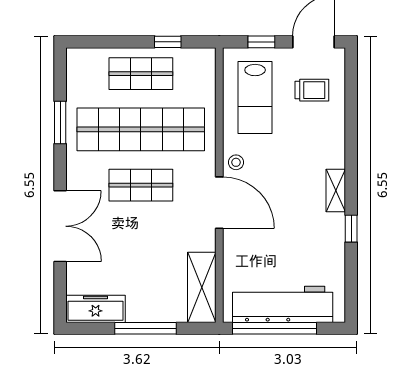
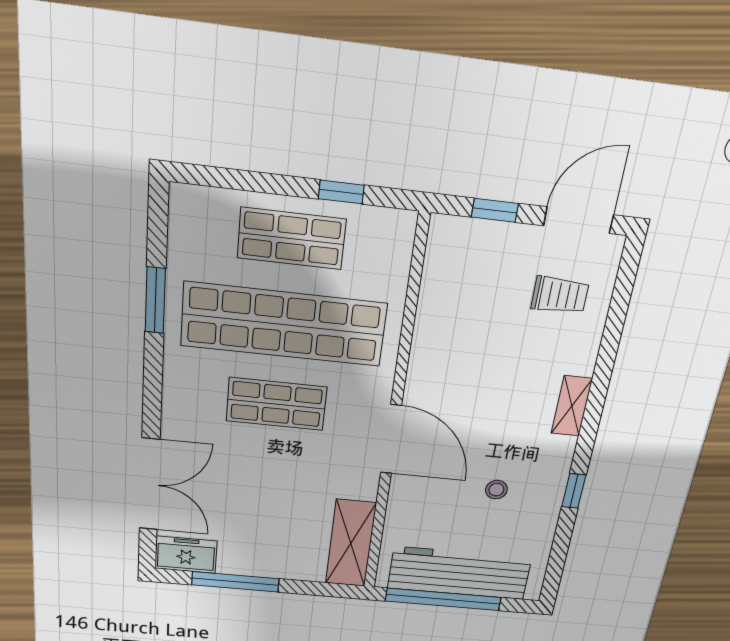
lab bench: (255, 98) -> (469, 296), removed
stool: (236, 162) -> (496, 490), moved
shelving: (336, 191) -> (572, 406), moved
double door: (60, 226) -> (150, 485), moved
freezer: (96, 309) -> (186, 555), width x0.71
window: (146, 328) -> (235, 582), moved

